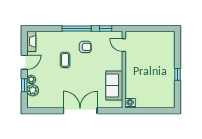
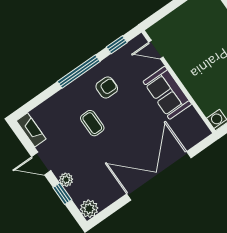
door: (24, 62) -> (41, 164), swing flipped
sofa: (114, 86) -> (167, 93), moved
plant: (33, 90) -> (89, 209), moved
double door: (80, 111) -> (159, 176), width x1.36

